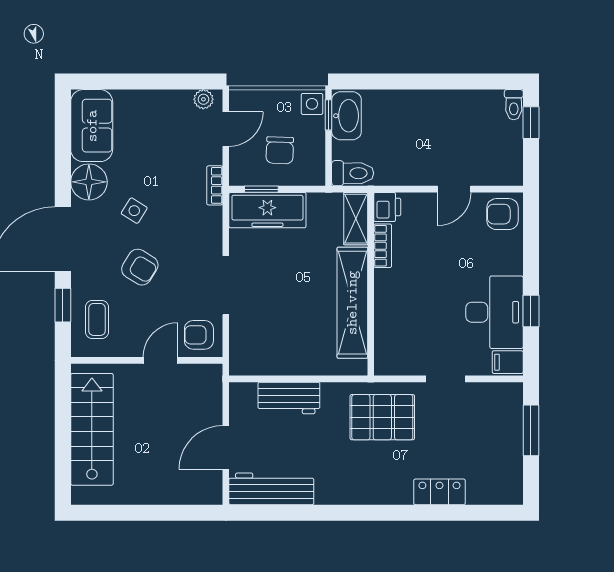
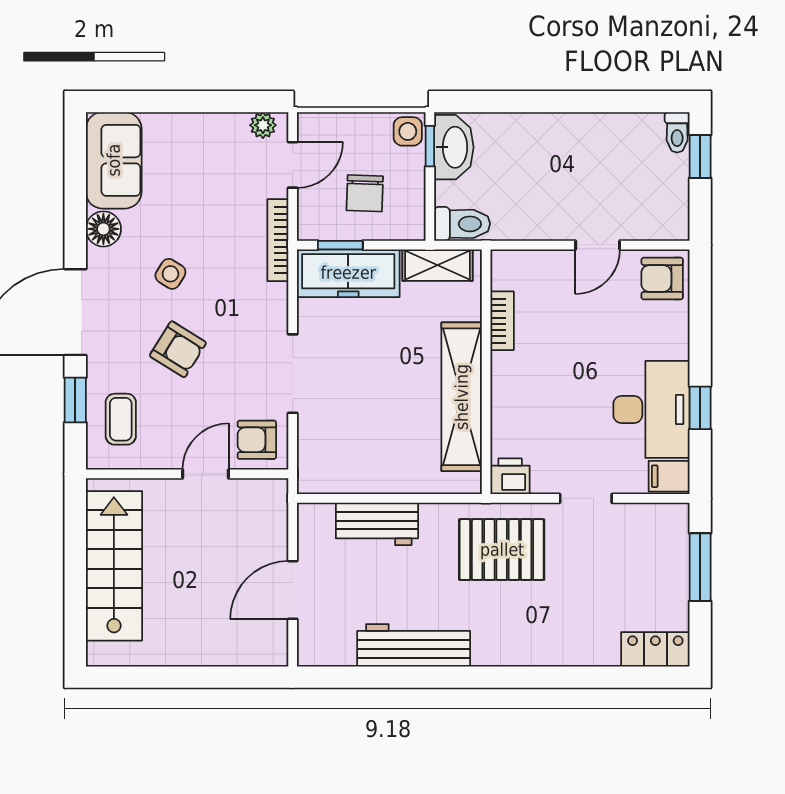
floor lamp: (89, 182) -> (103, 229), width x0.73, depth x0.73
bookcase: (215, 185) -> (278, 240), width x1.56
printer: (387, 207) -> (510, 476), moved, turned -90
shelving: (356, 219) -> (438, 265), moved, turned 90
workbench: (271, 489) -> (414, 645), moved
locker: (439, 492) -> (655, 649), moved

